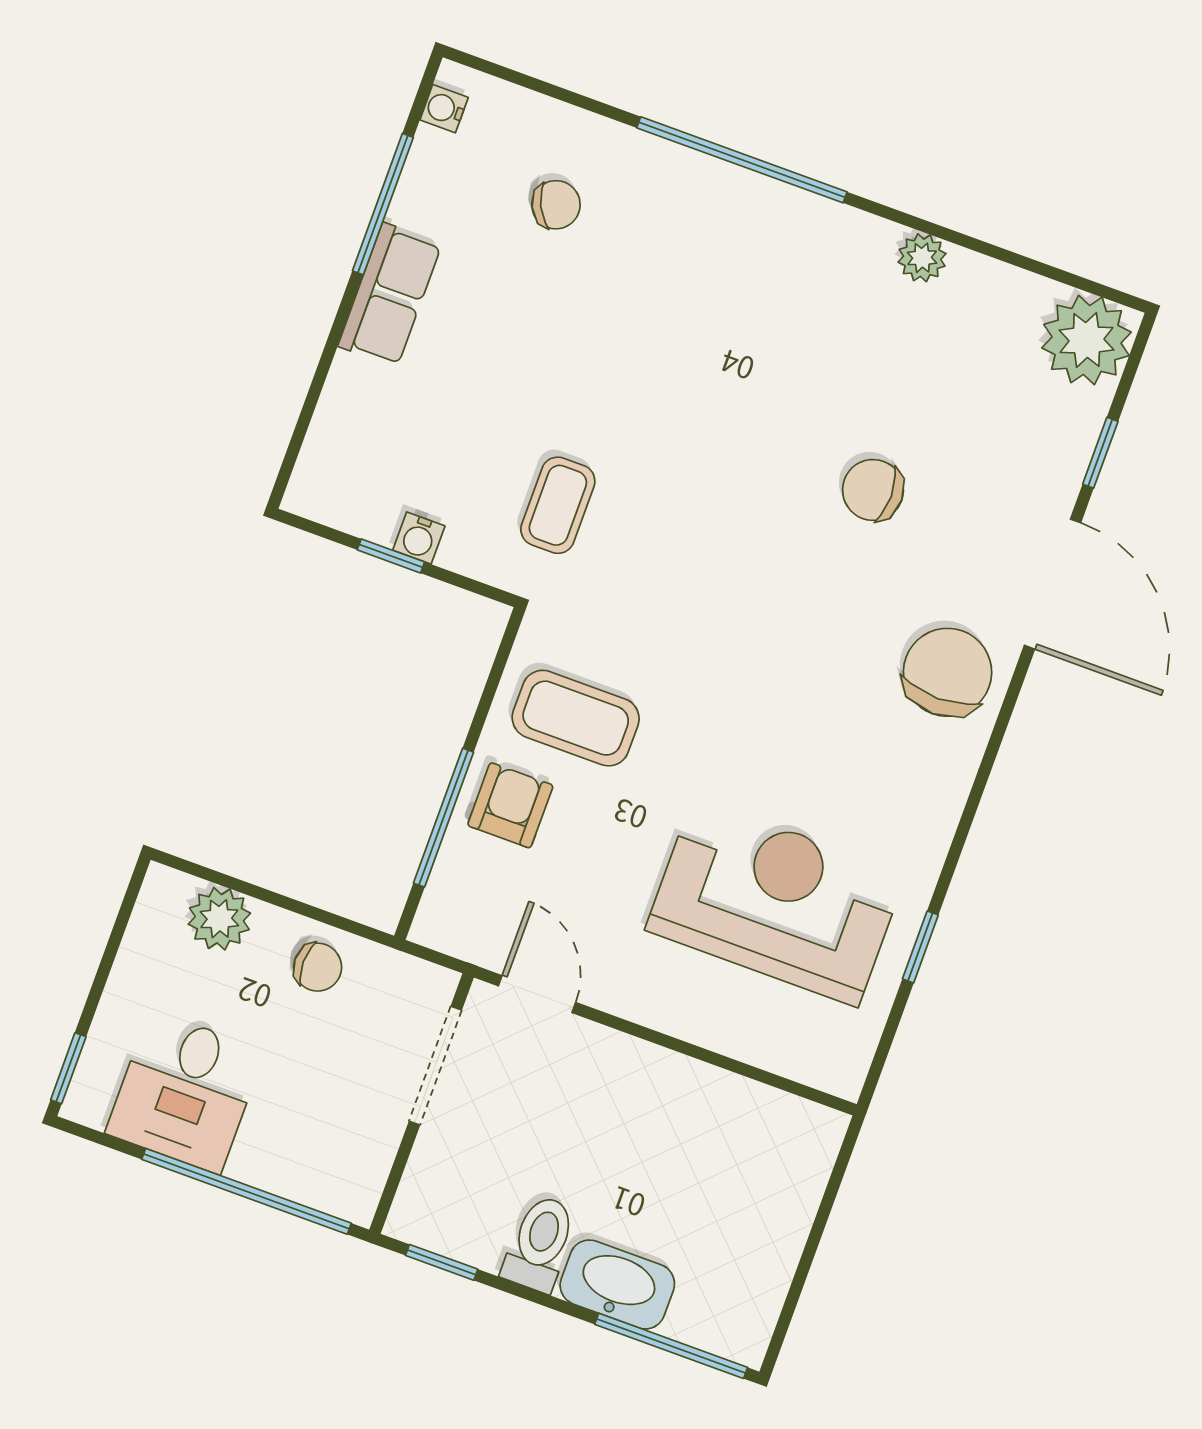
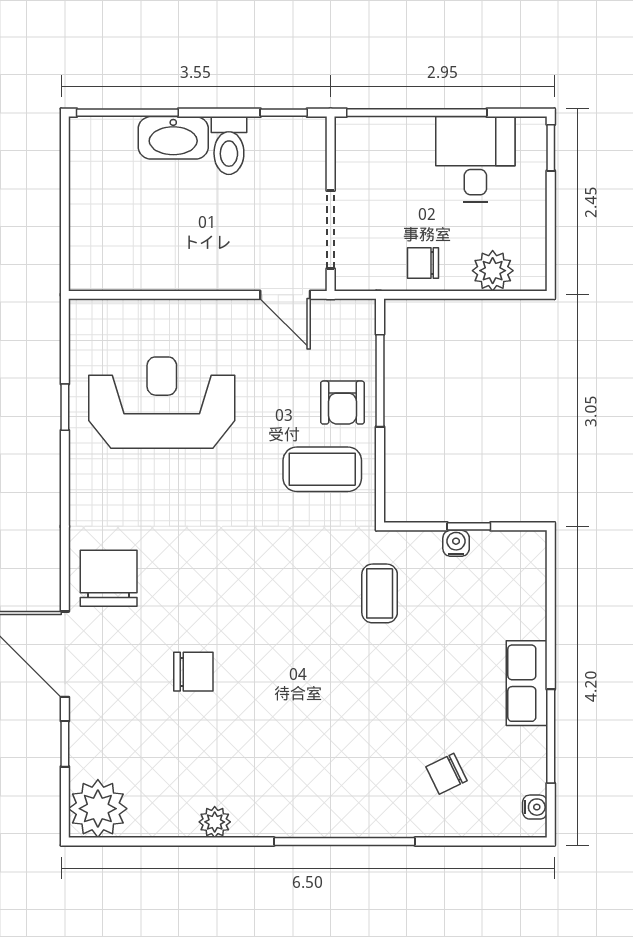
chair: (948, 672) -> (109, 578), turned 180
reception desk: (776, 902) -> (162, 403), turned 180

